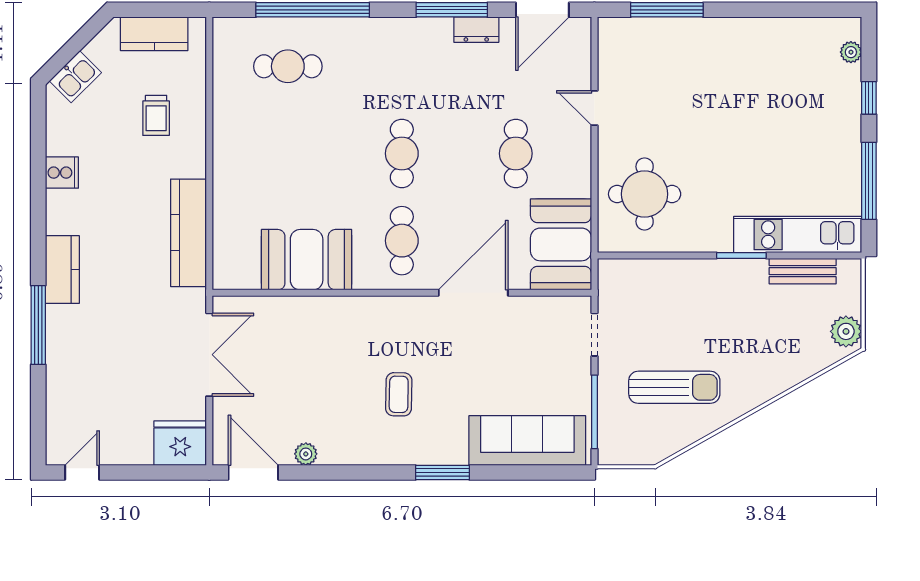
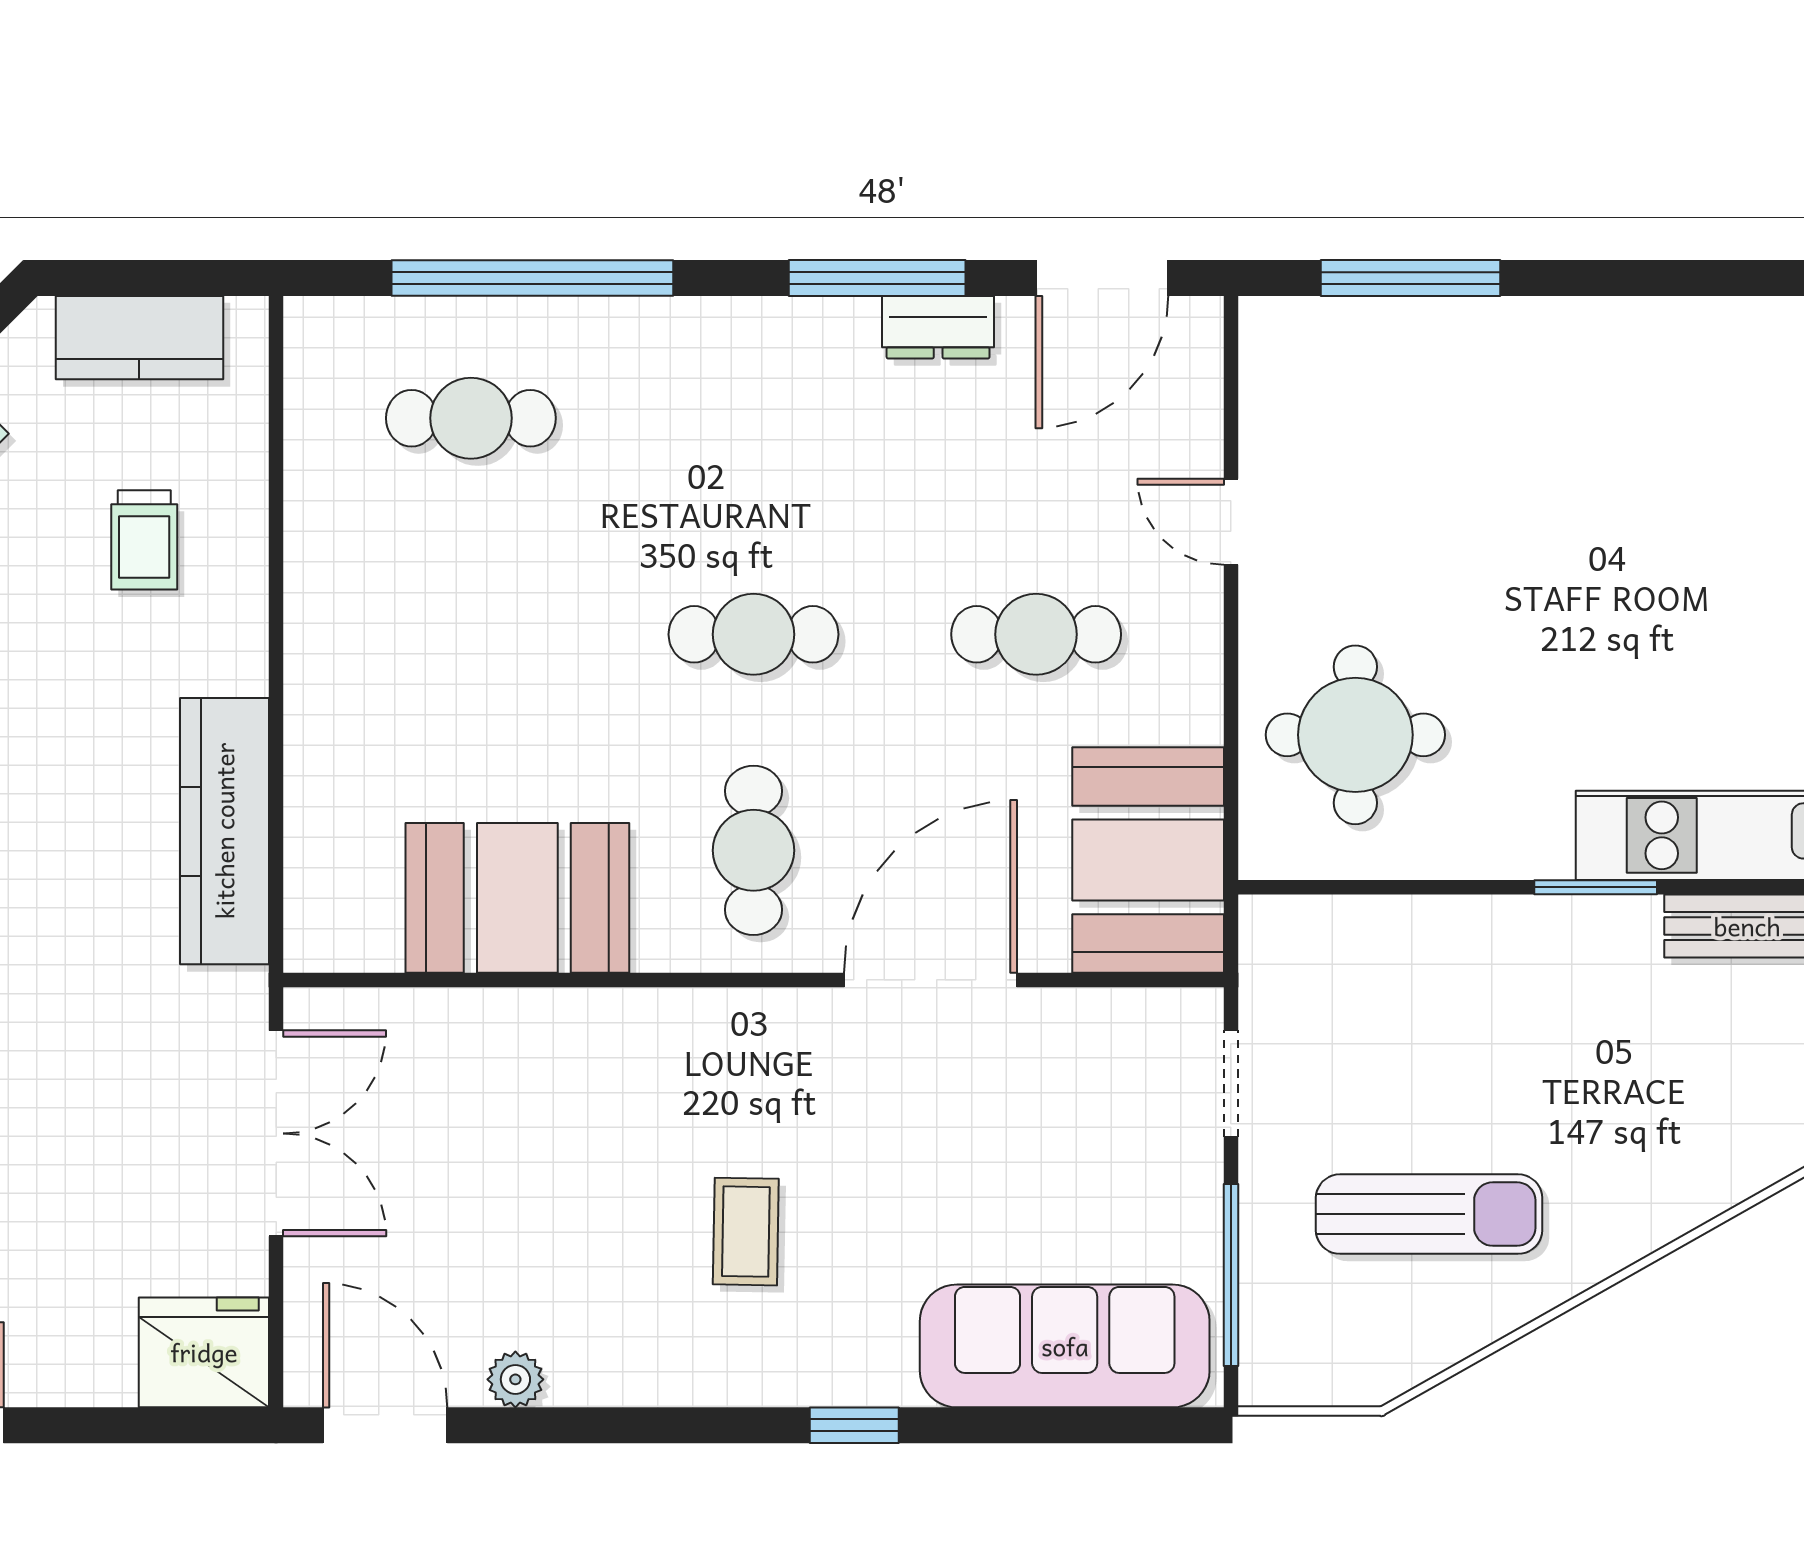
cafe table: (402, 153) -> (753, 634), turned 90
cafe table: (516, 153) -> (1036, 634), turned 90
window: (442, 472) -> (854, 1425), width x0.67

